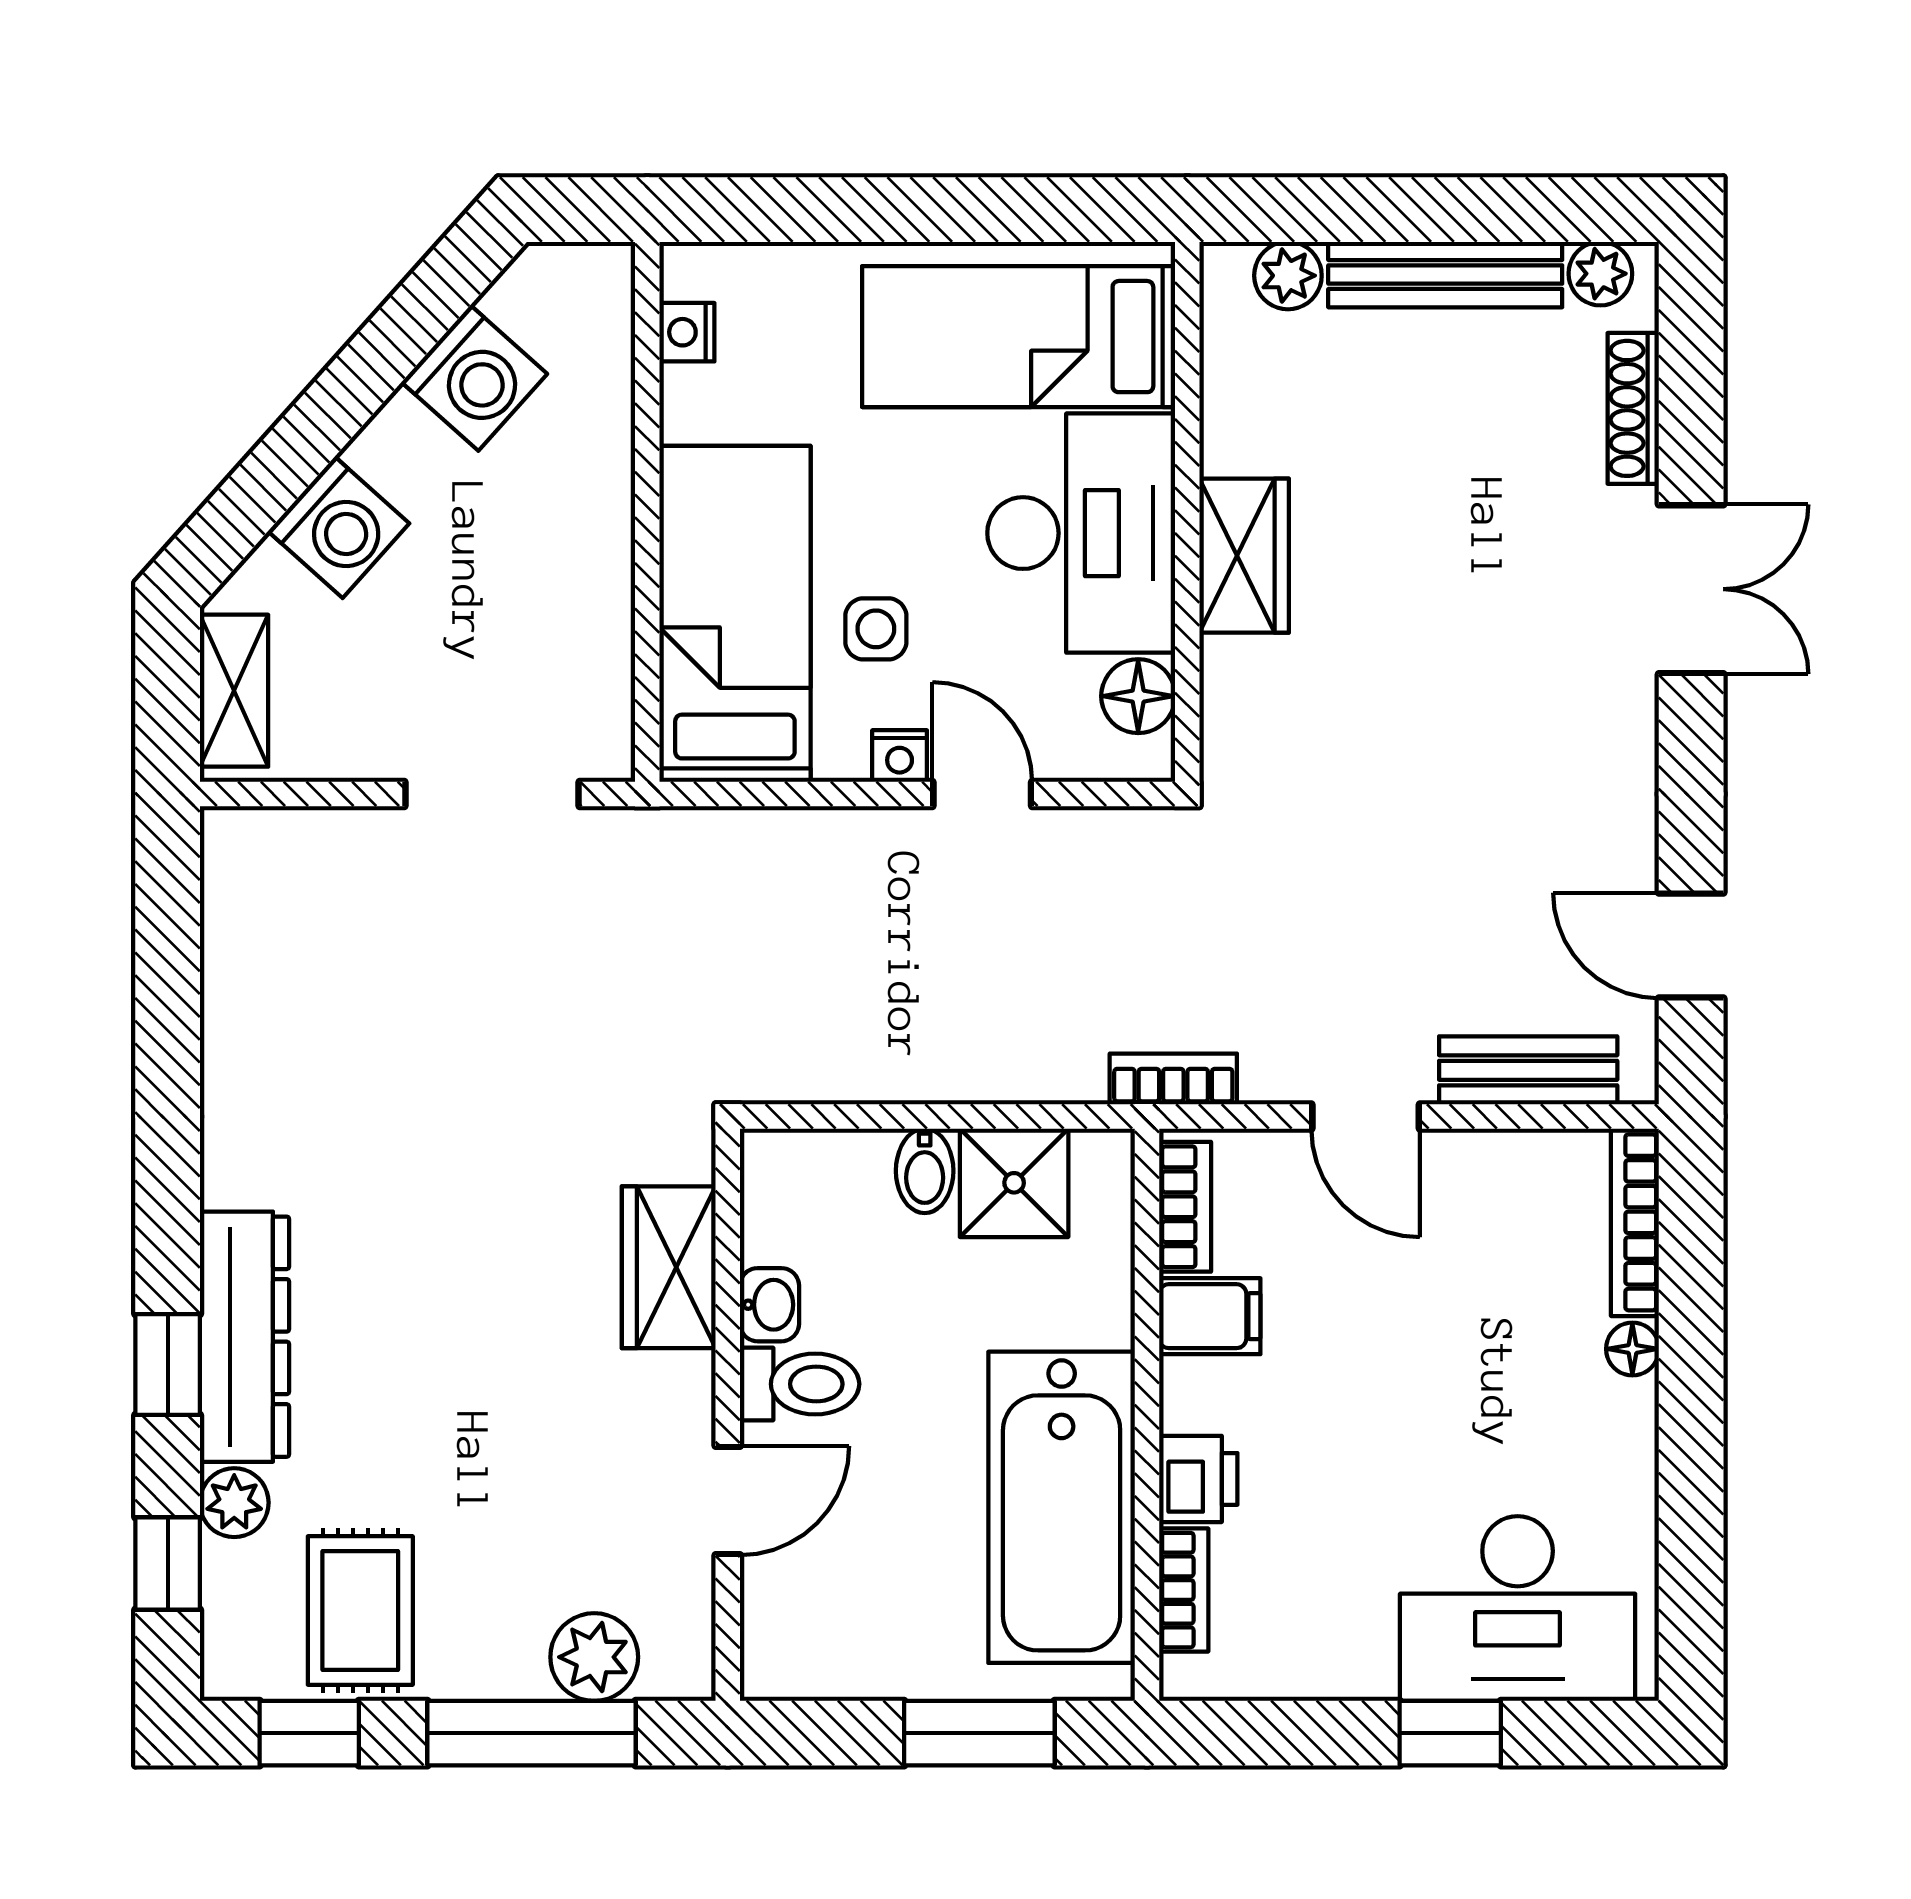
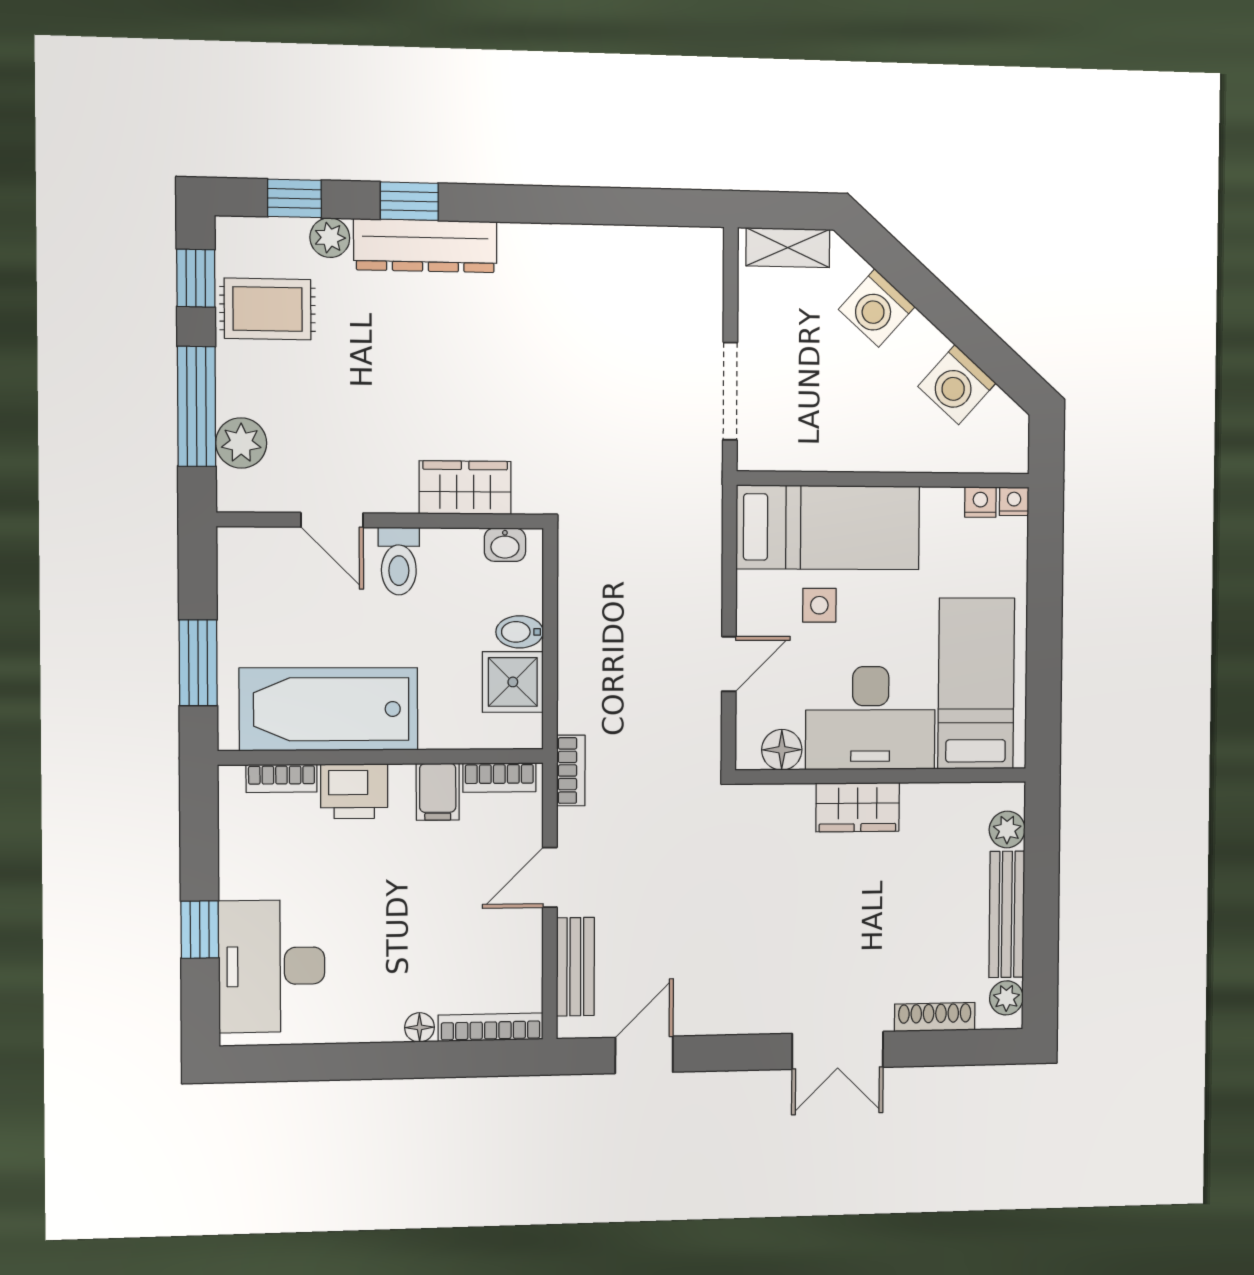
nightstand: (900, 756) -> (1014, 501), moved, turned 90
washbasin: (769, 1305) -> (505, 545), moved
printer: (1198, 1479) -> (354, 791), width x1.36, depth x1.24

